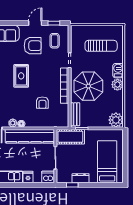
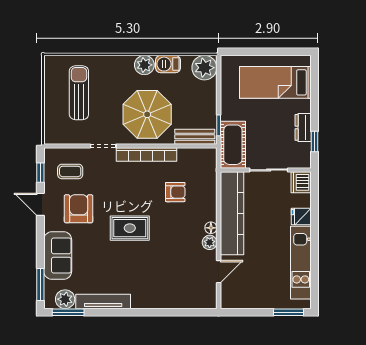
barbecue: (118, 71) -> (168, 64), moved

